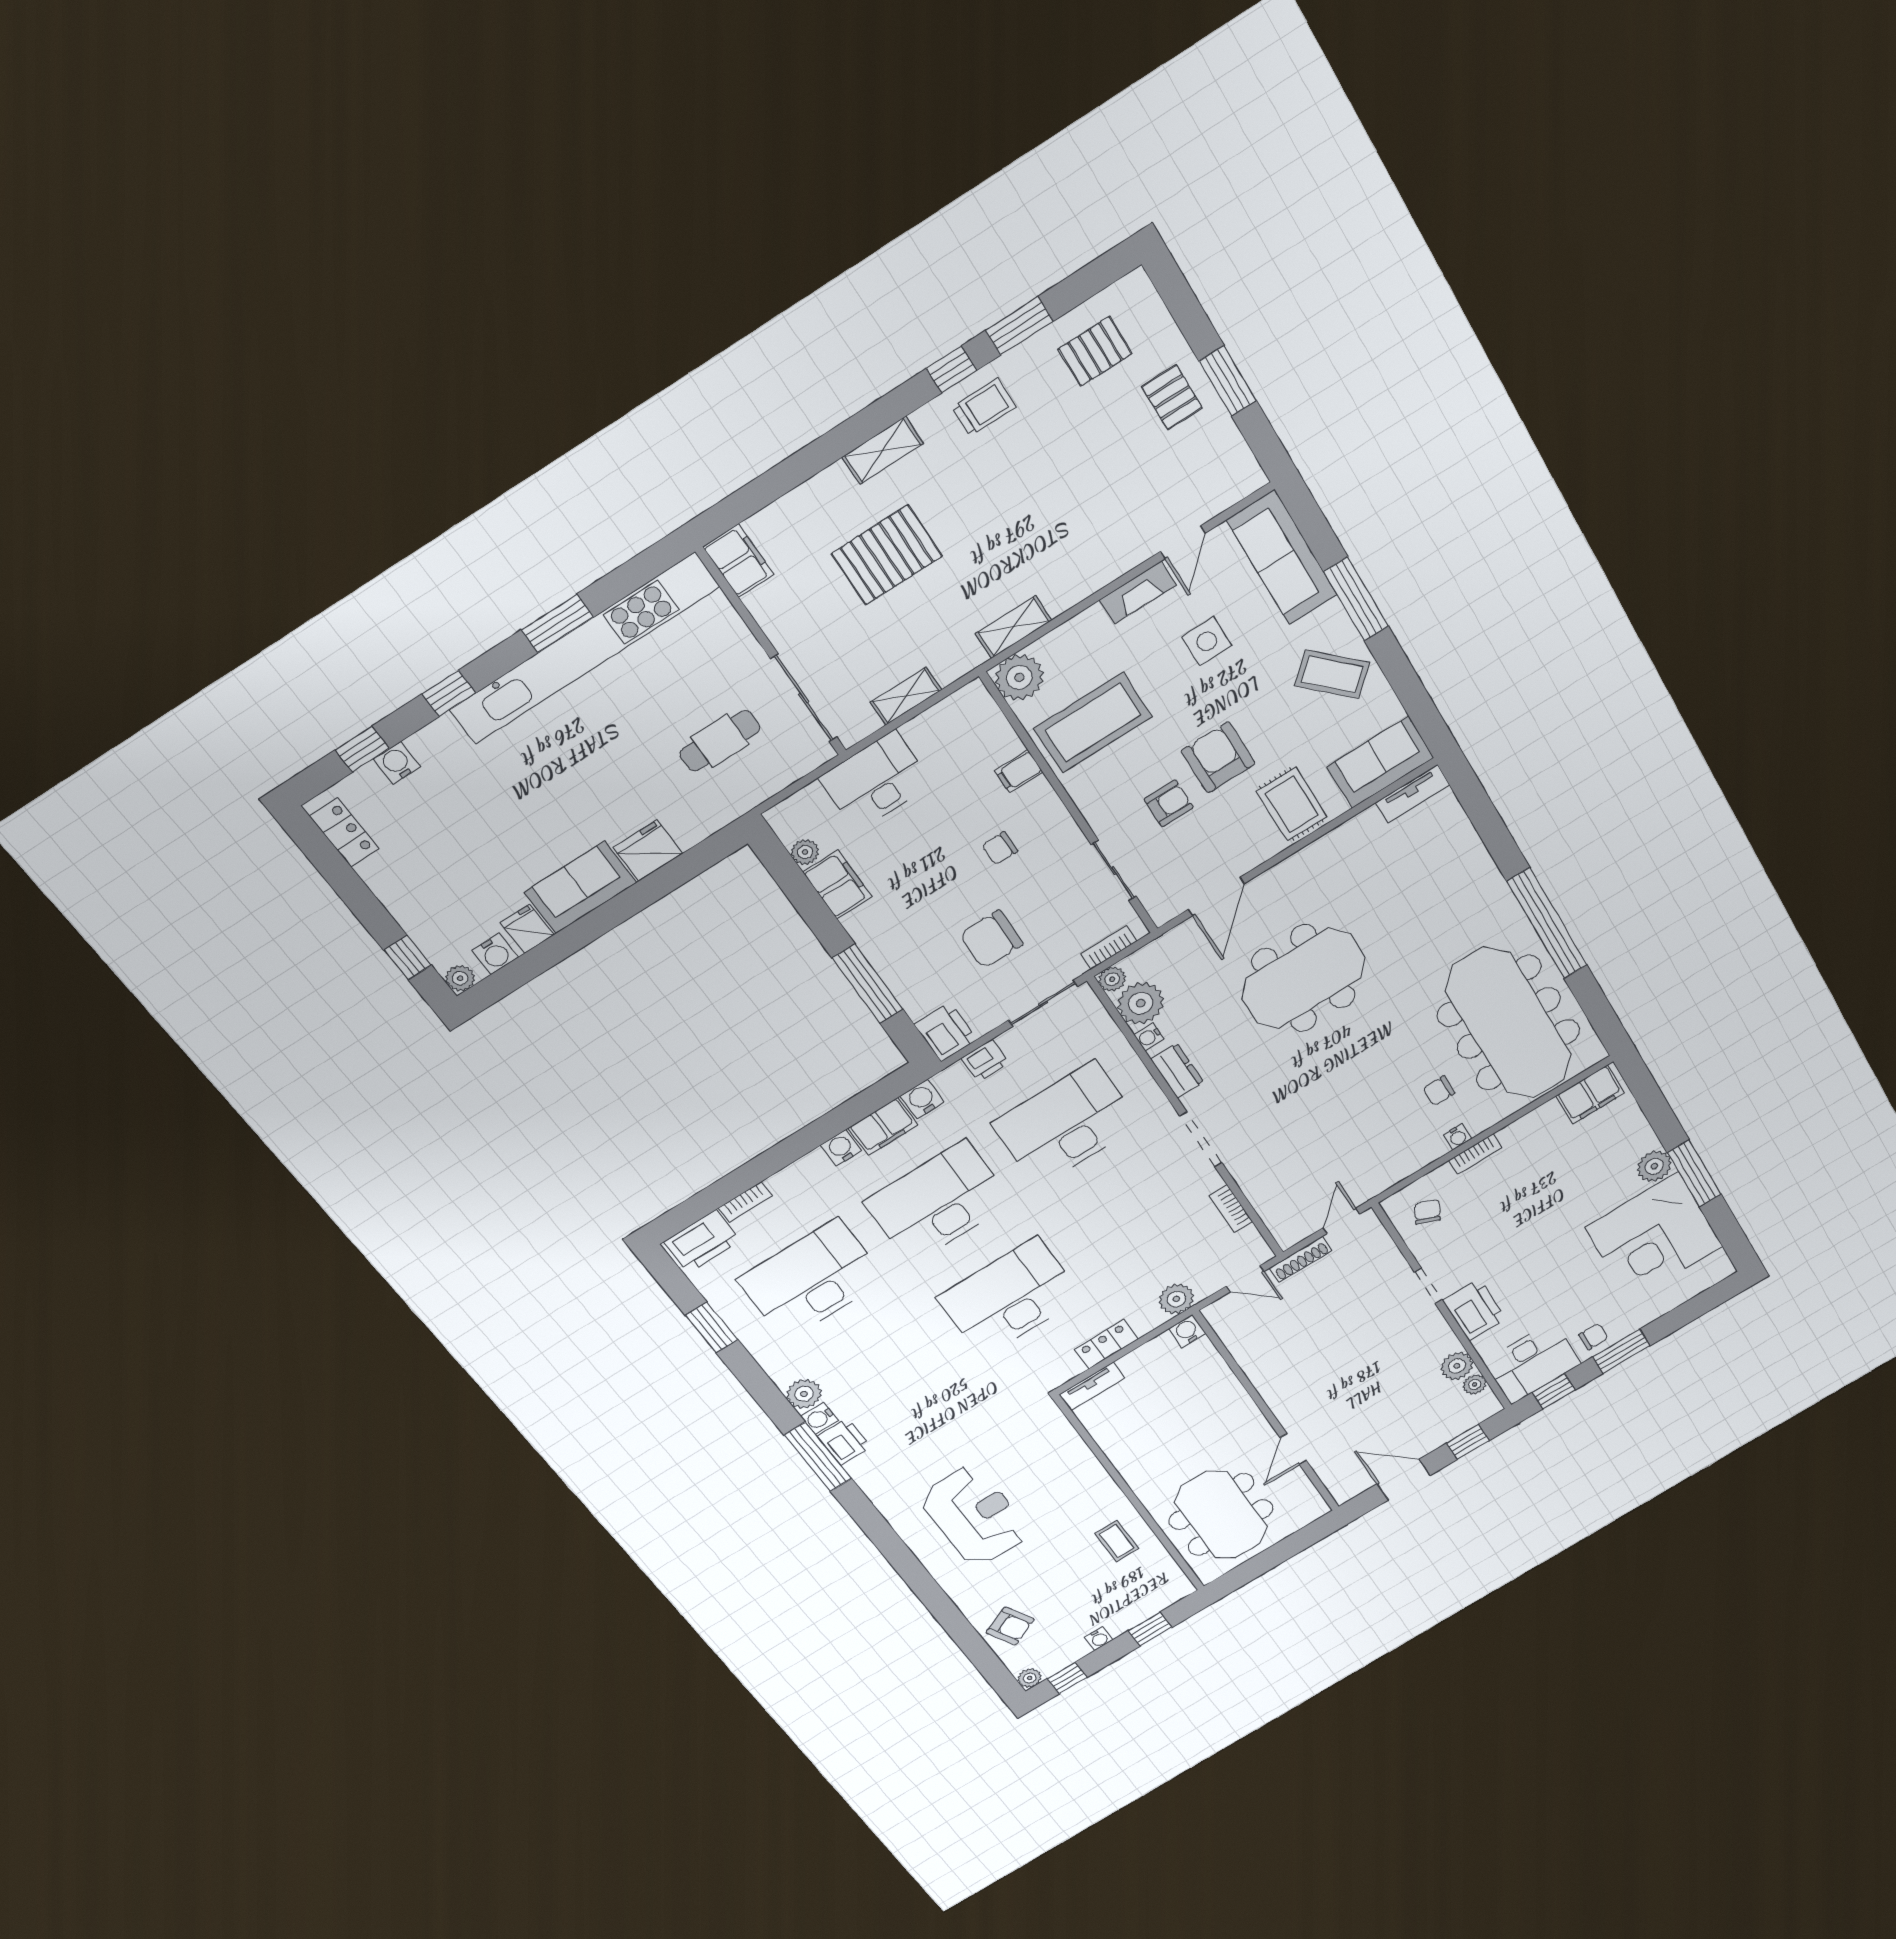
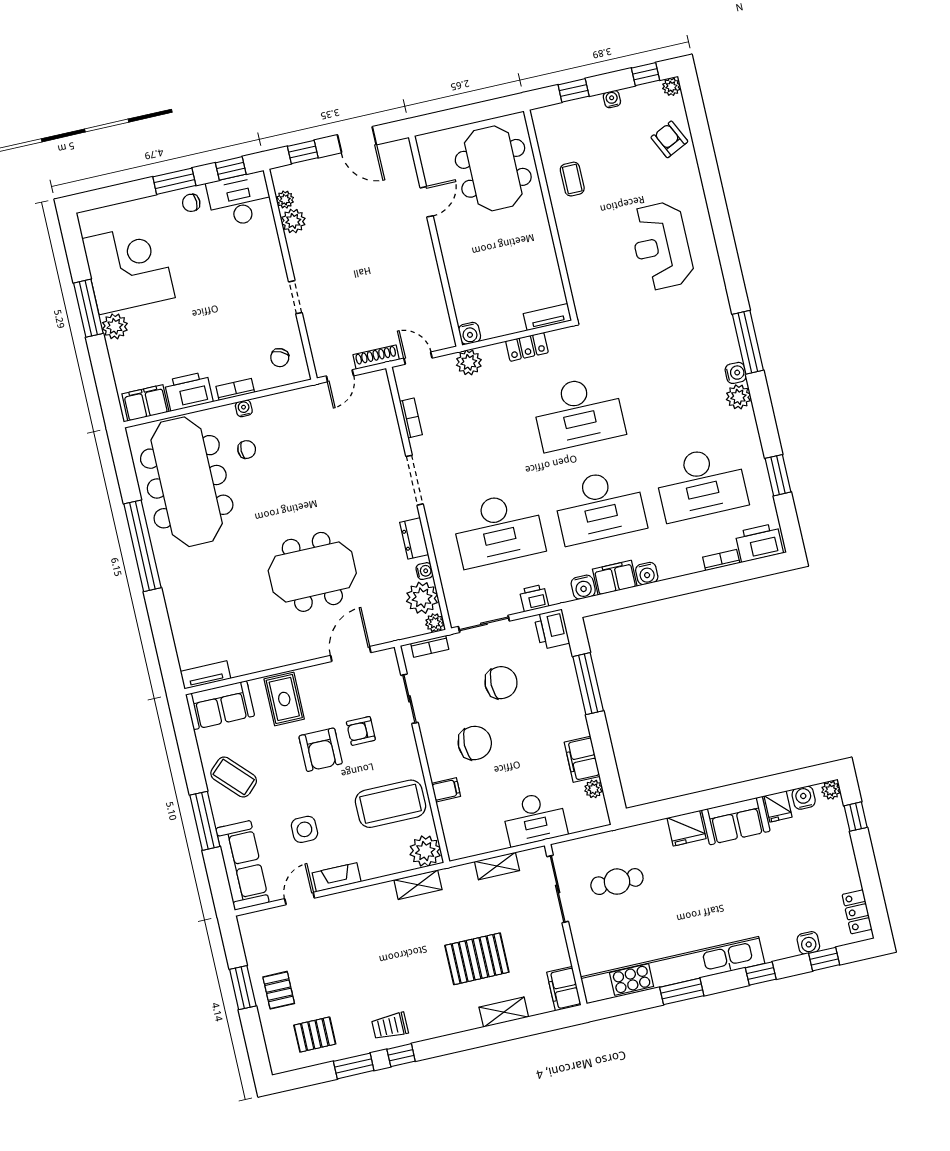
shelving: (883, 450) -> (504, 1012), moved
chair: (1000, 848) -> (475, 743), width x1.87, depth x1.87
printer: (1474, 1310) -> (189, 391), moved, turned 90
printer: (844, 1442) -> (726, 347), removed

